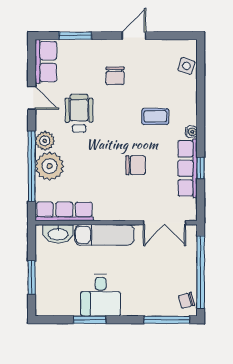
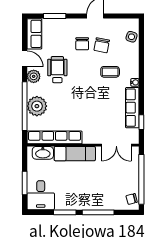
plant: (45, 141) -> (34, 76), moved
chair: (135, 165) -> (102, 45), moved, turned 101
window: (201, 168) -> (141, 122), moved
row of seats: (64, 211) -> (55, 137), width x1.36
desk: (101, 295) -> (41, 195), moved
window: (167, 320) -> (98, 212), moved

